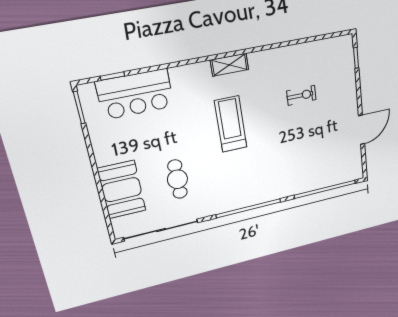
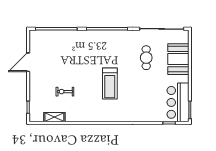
shelving: (229, 65) -> (54, 117), moved
bar counter: (135, 94) -> (178, 102), moved, turned -90

